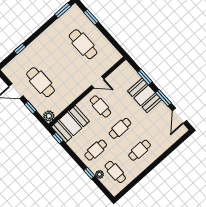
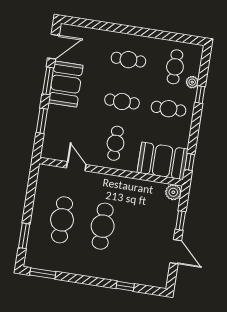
cafe table: (41, 82) -> (103, 226), moved
door: (98, 82) -> (76, 166), moved
booth: (145, 95) -> (66, 84), moved

